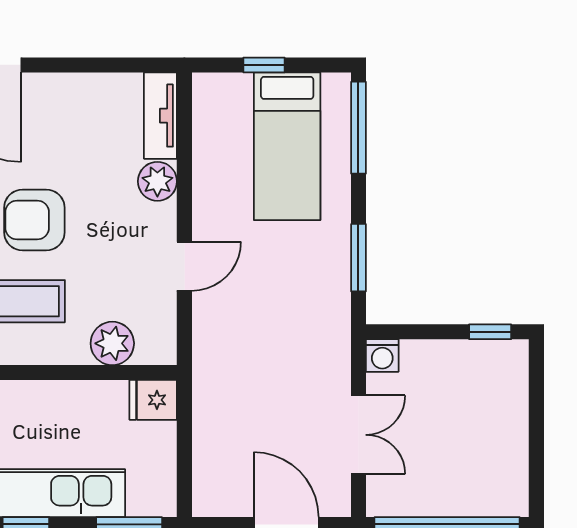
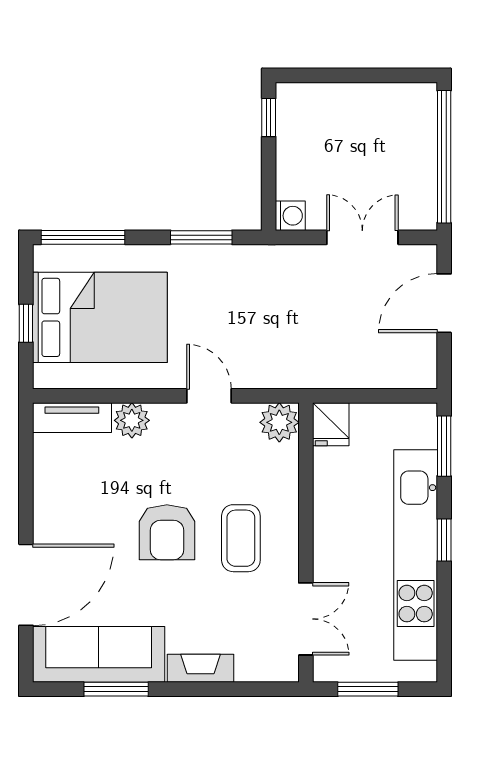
bed: (287, 146) -> (100, 317), width x1.50
plant: (112, 343) -> (279, 422), moved

